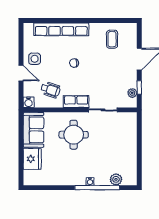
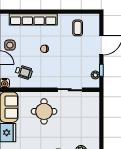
row of seats: (76, 101) -> (46, 82), removed

